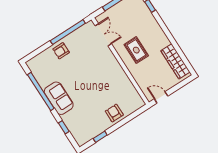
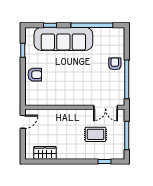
rug: (136, 50) -> (96, 134), moved
wardrobe: (175, 61) -> (45, 153), width x0.67
sofa: (59, 98) -> (63, 39), width x1.85, depth x1.27

